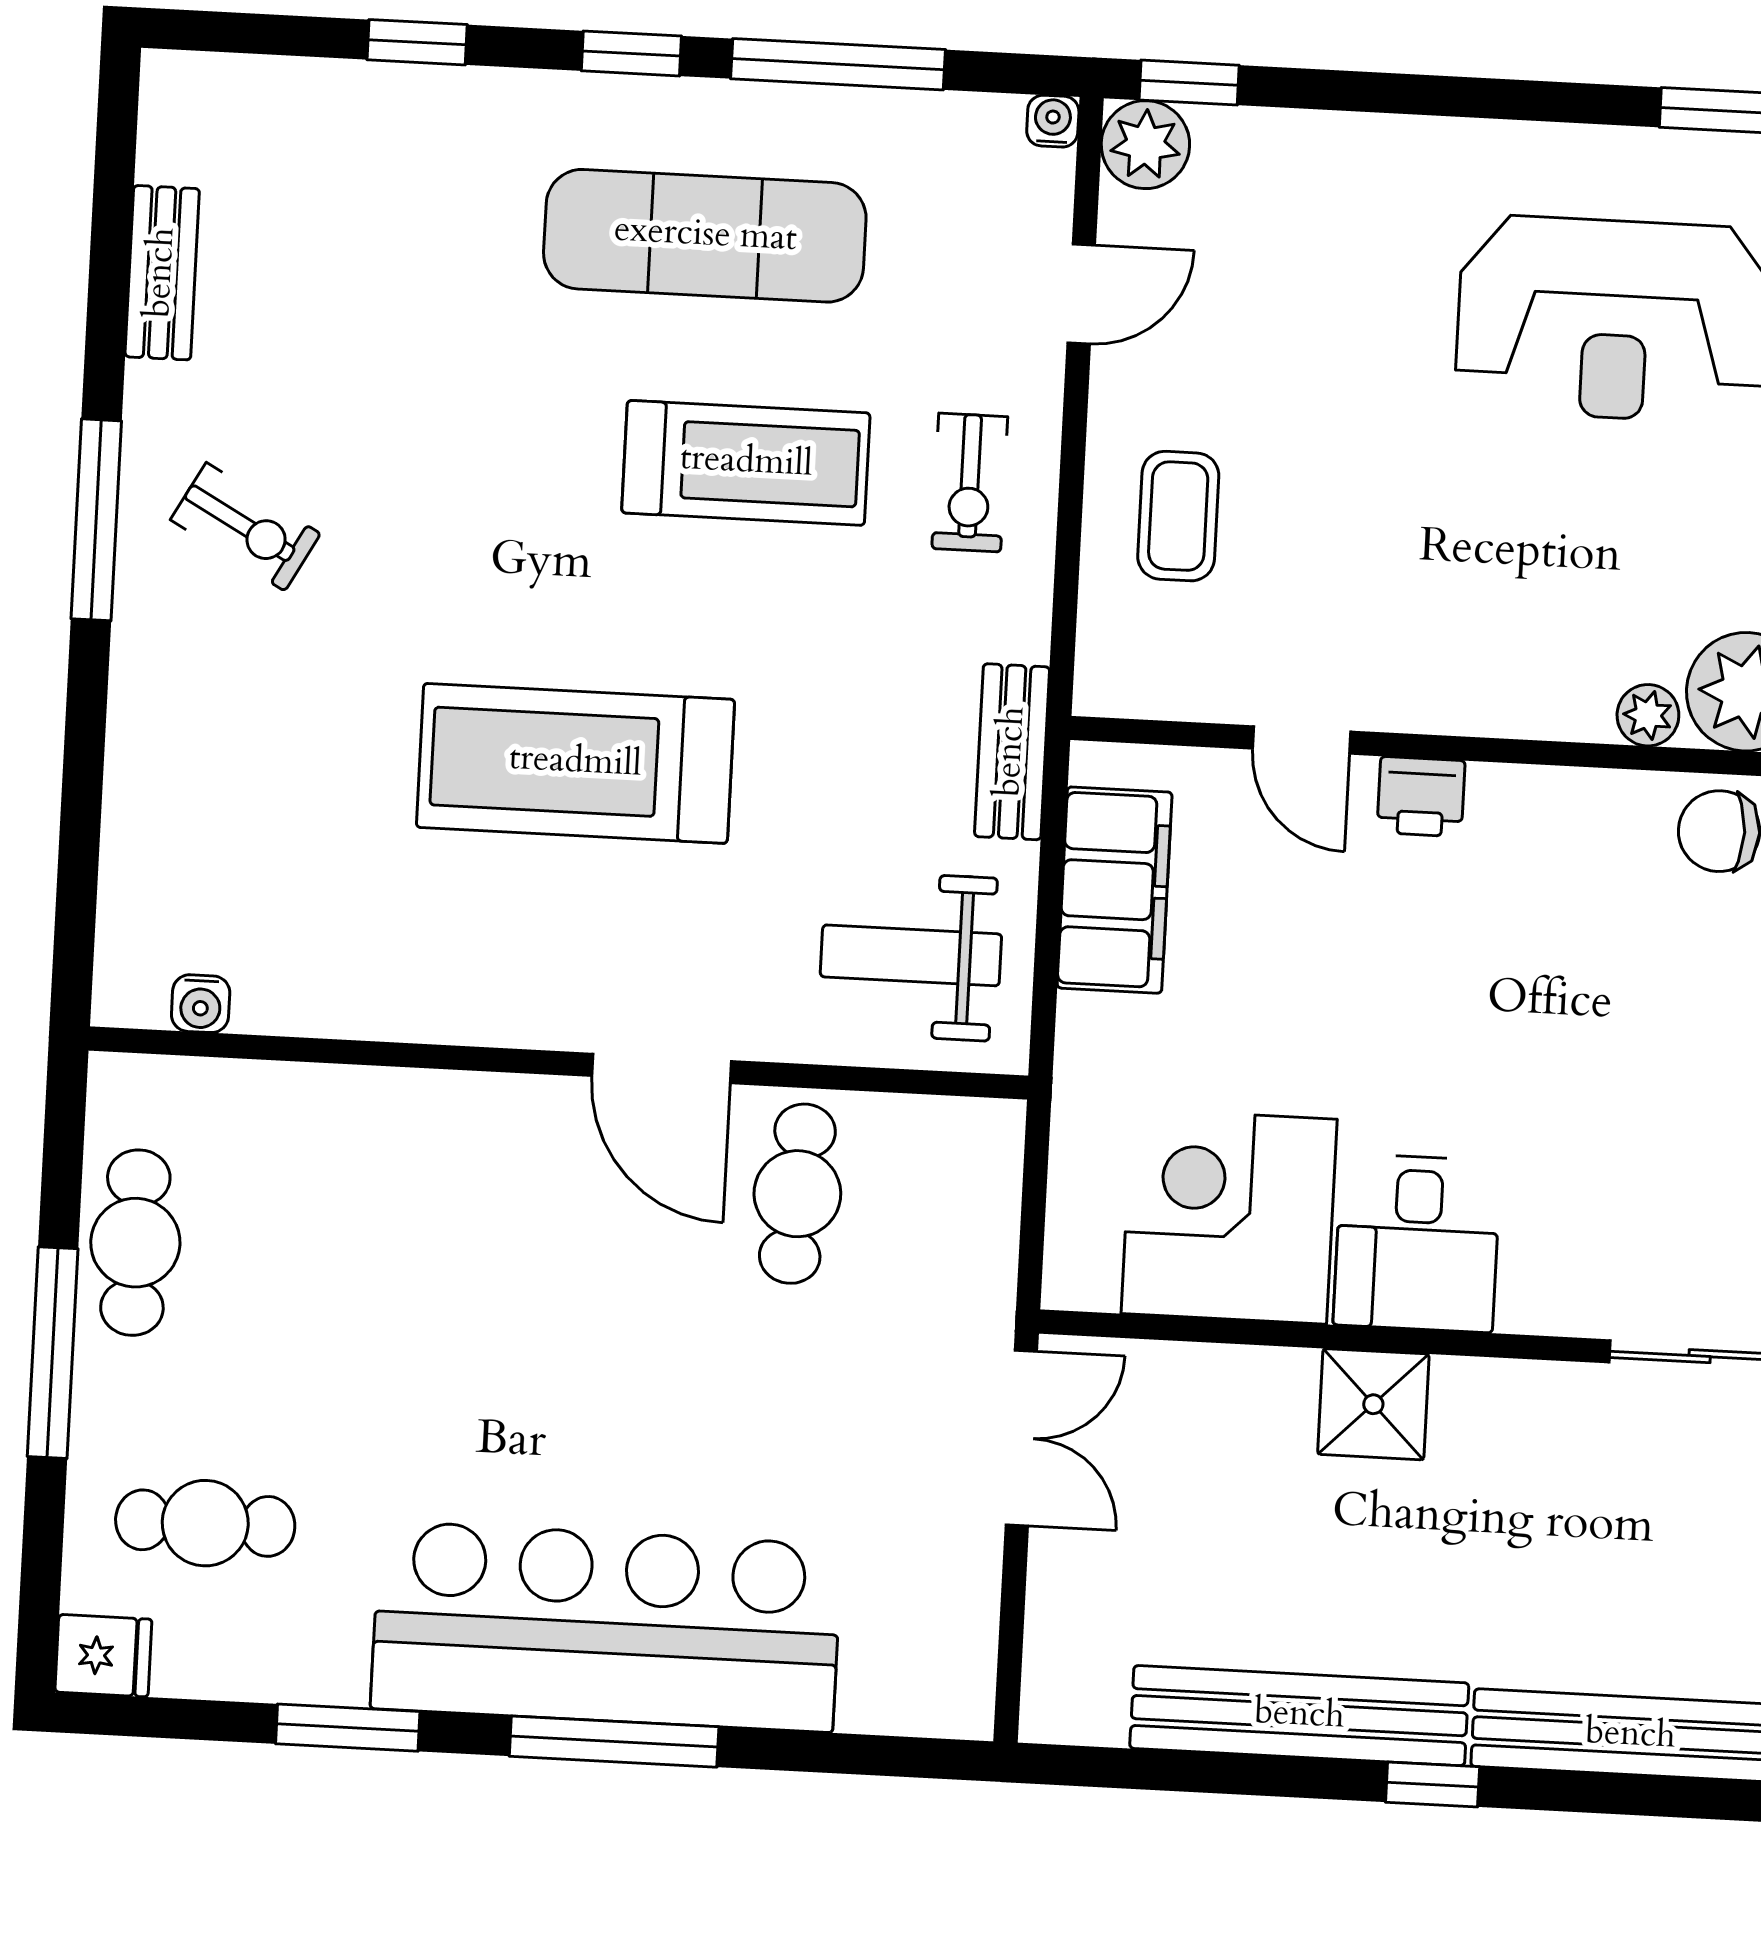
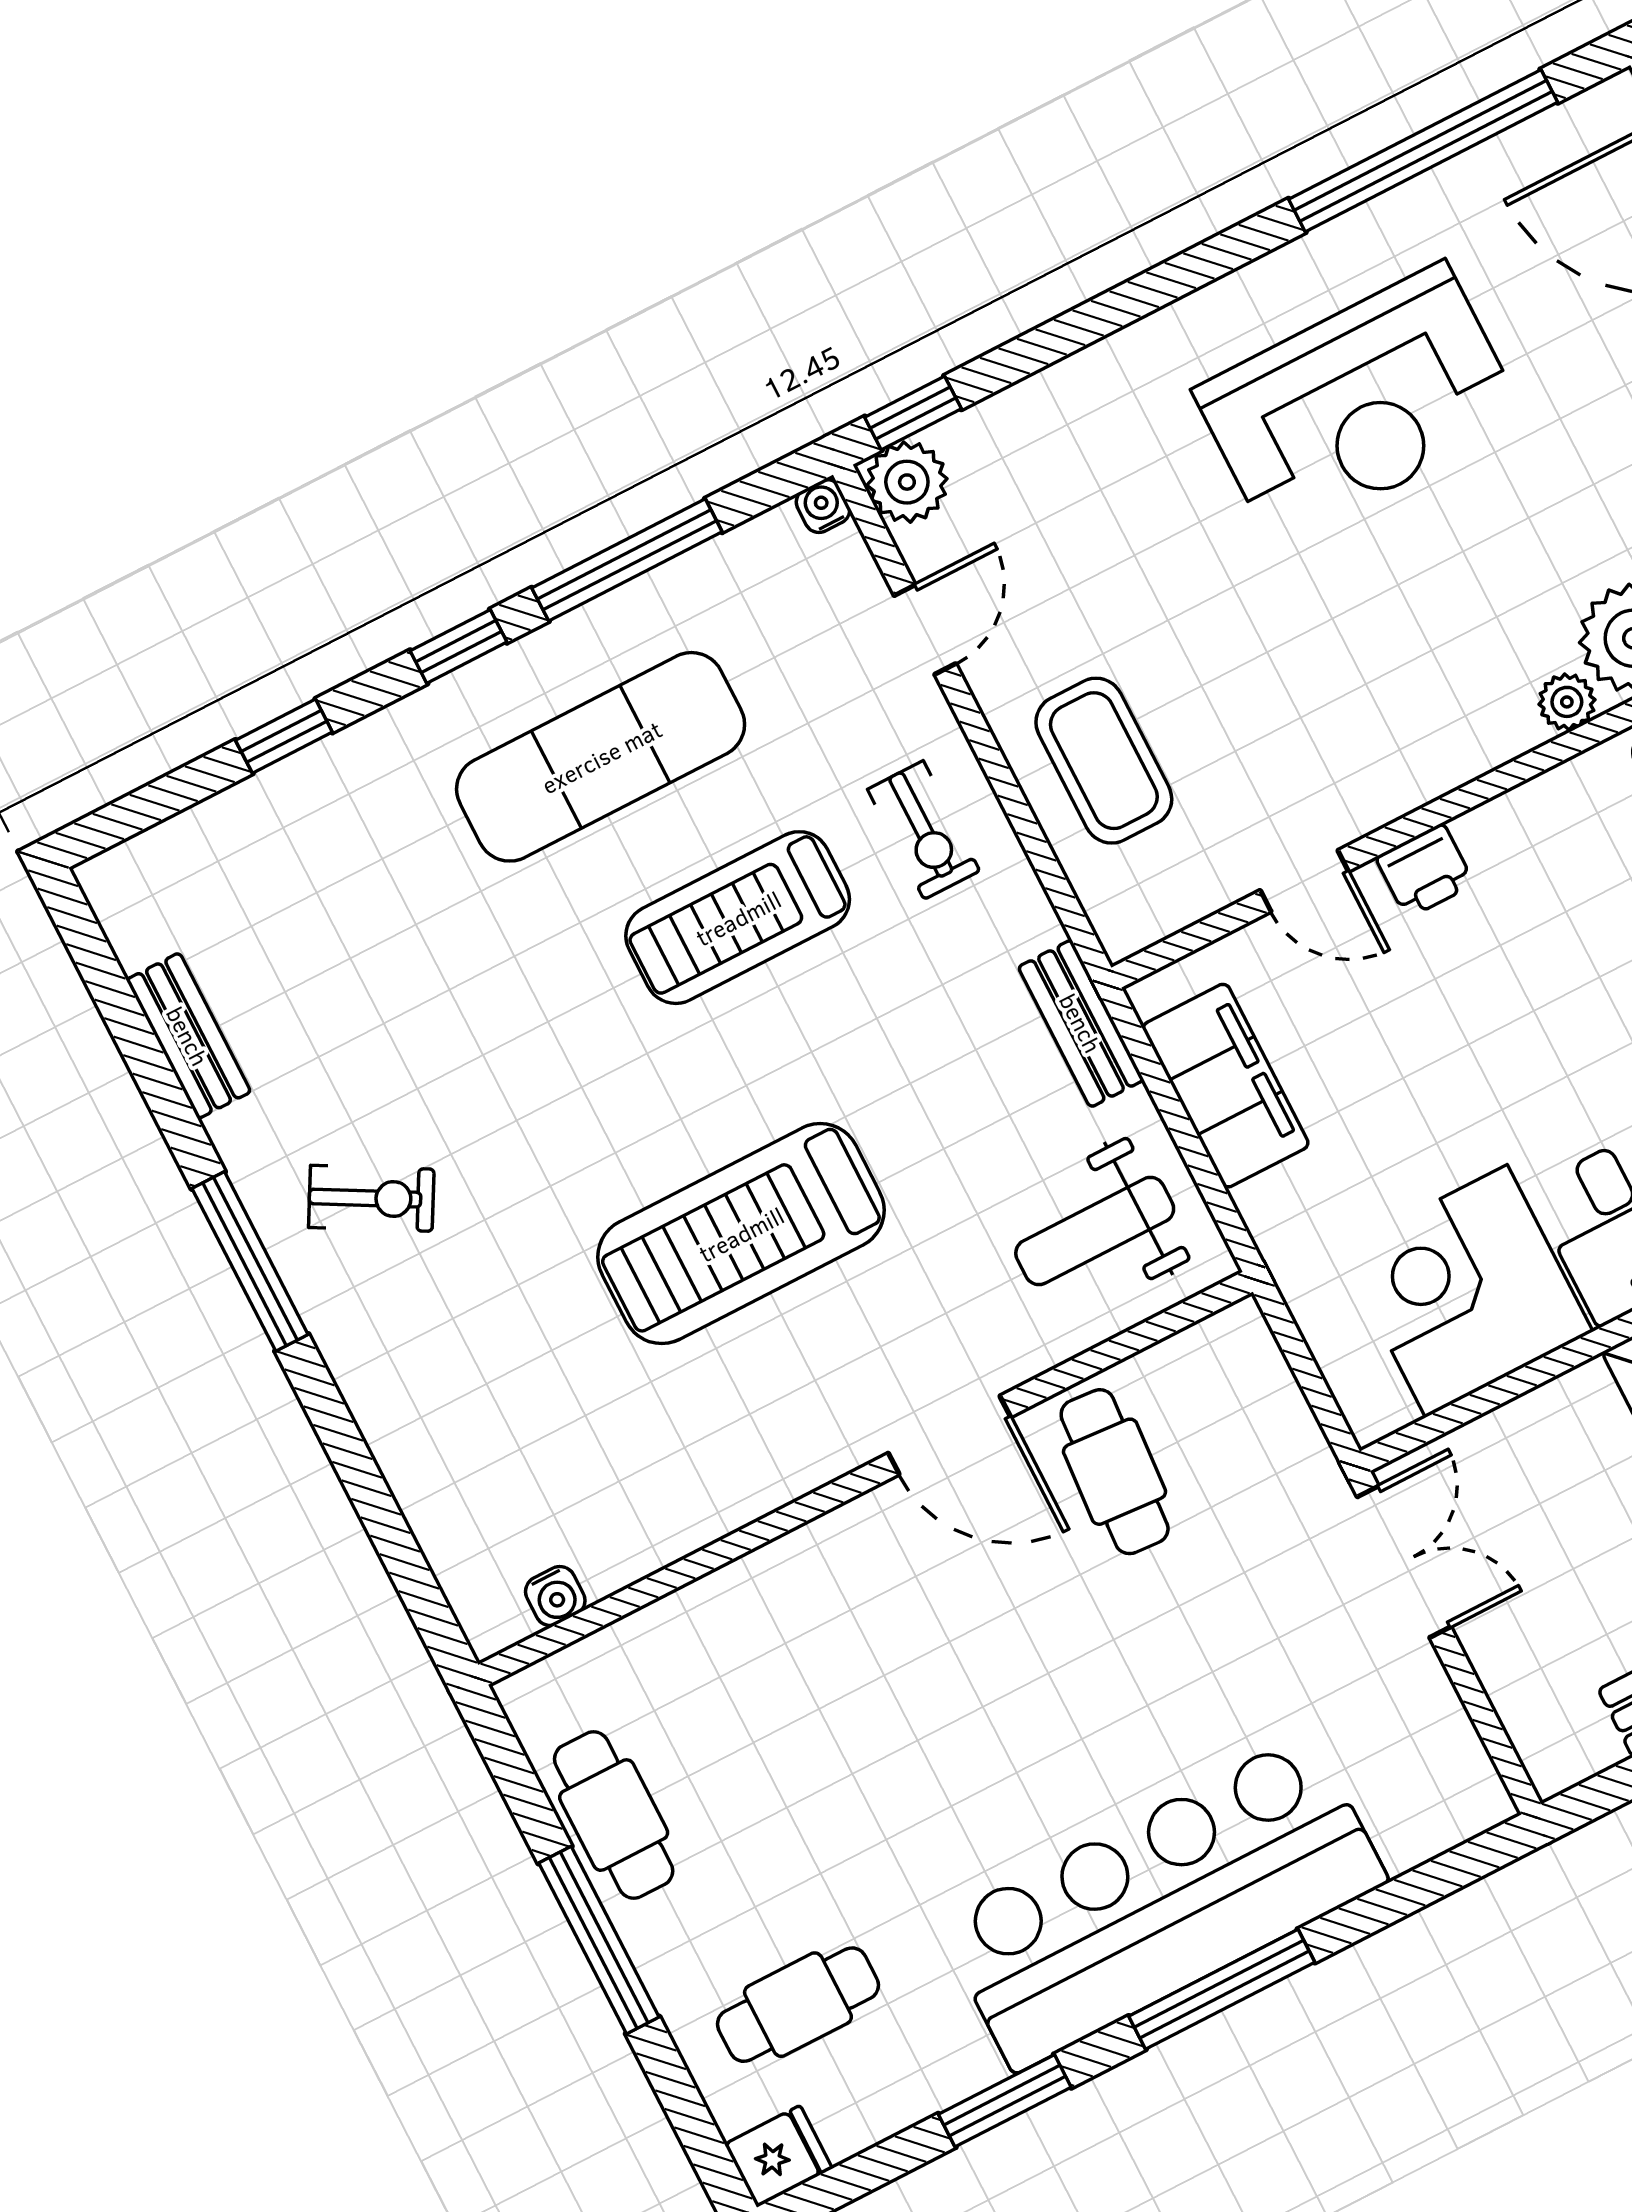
treadmill: (746, 463) -> (738, 918), turned 180
coffee table: (1178, 516) -> (1104, 761), width x1.36, depth x1.30

